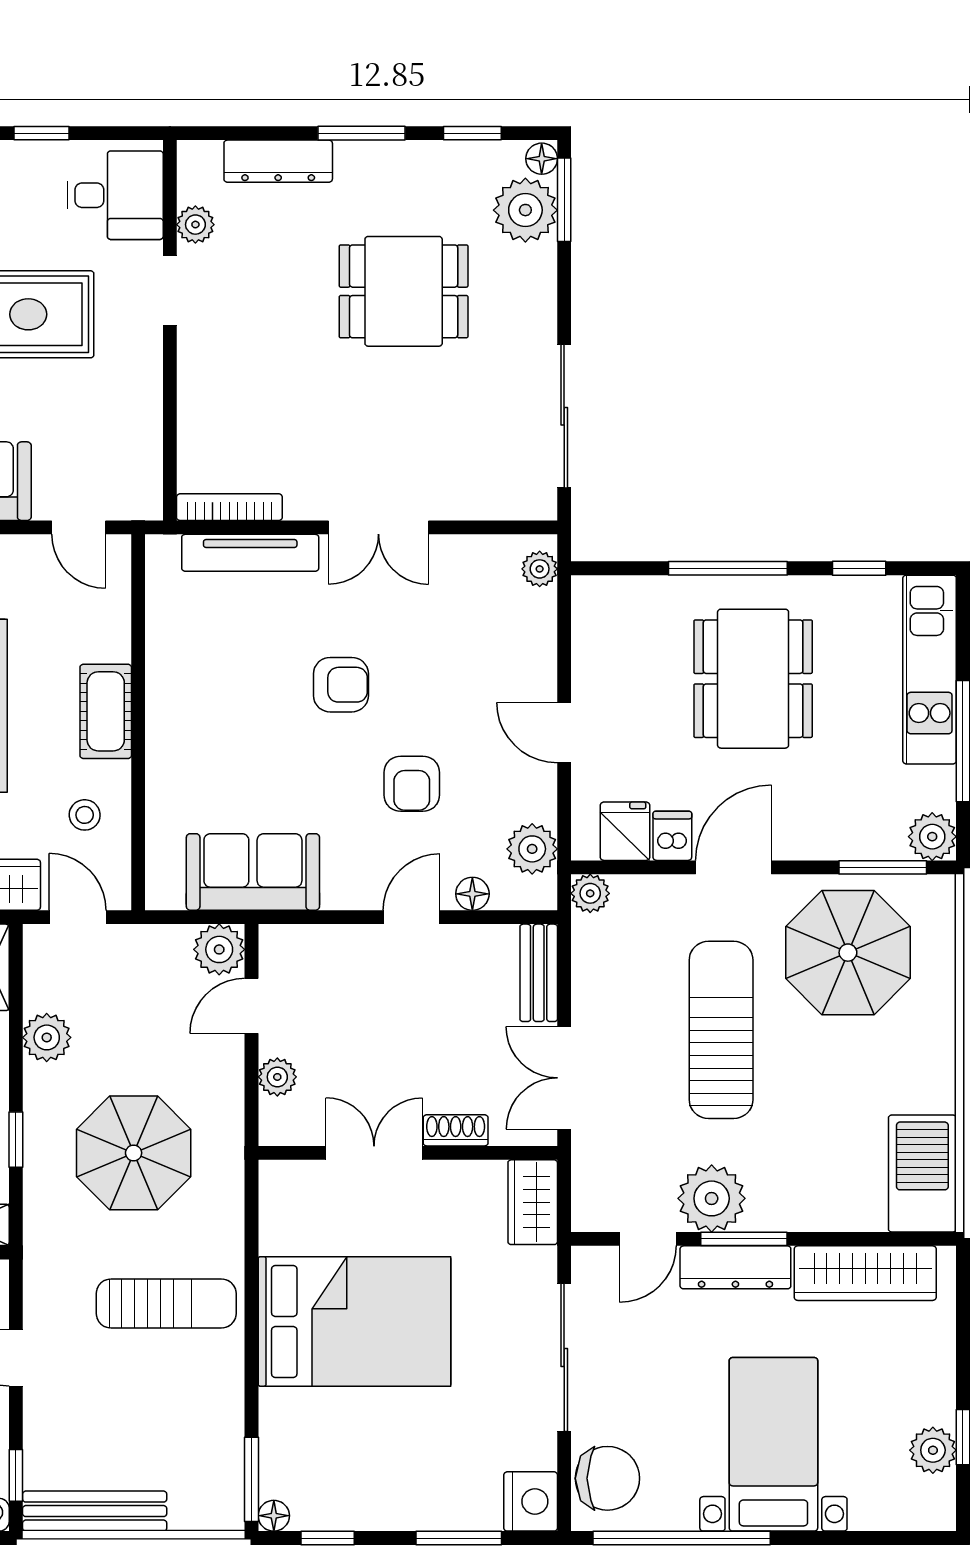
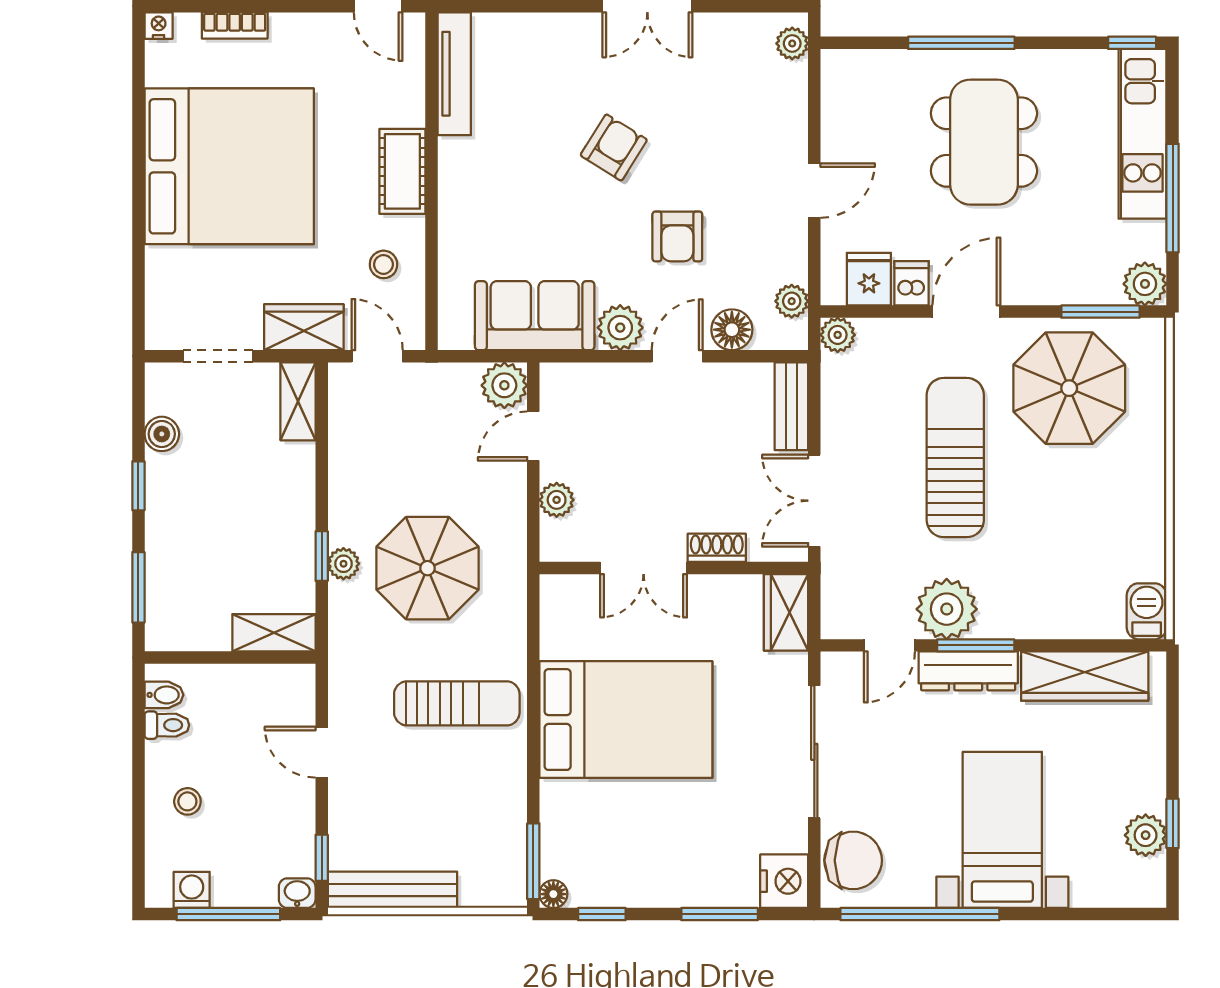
tv unit: (250, 553) -> (454, 74), moved, turned -90
window: (859, 568) -> (1132, 43), moved
armchair: (341, 685) -> (614, 147), turned -58
door: (564, 733) -> (814, 191), swing flipped
plant: (532, 849) -> (792, 301), width x0.73, depth x0.73
plant: (348, 885) -> (620, 328), added
floor lamp: (472, 894) -> (732, 330), width x1.37, depth x1.37
plant: (47, 1037) -> (343, 564), moved, width x0.73, depth x0.73
double door: (374, 1153) -> (644, 568), swing flipped
barbecue: (922, 1174) -> (1147, 611), width x0.53, depth x0.65

